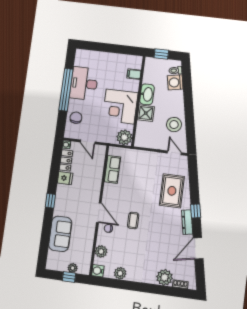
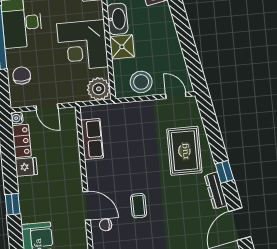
stool: (174, 125) -> (141, 82), moved

